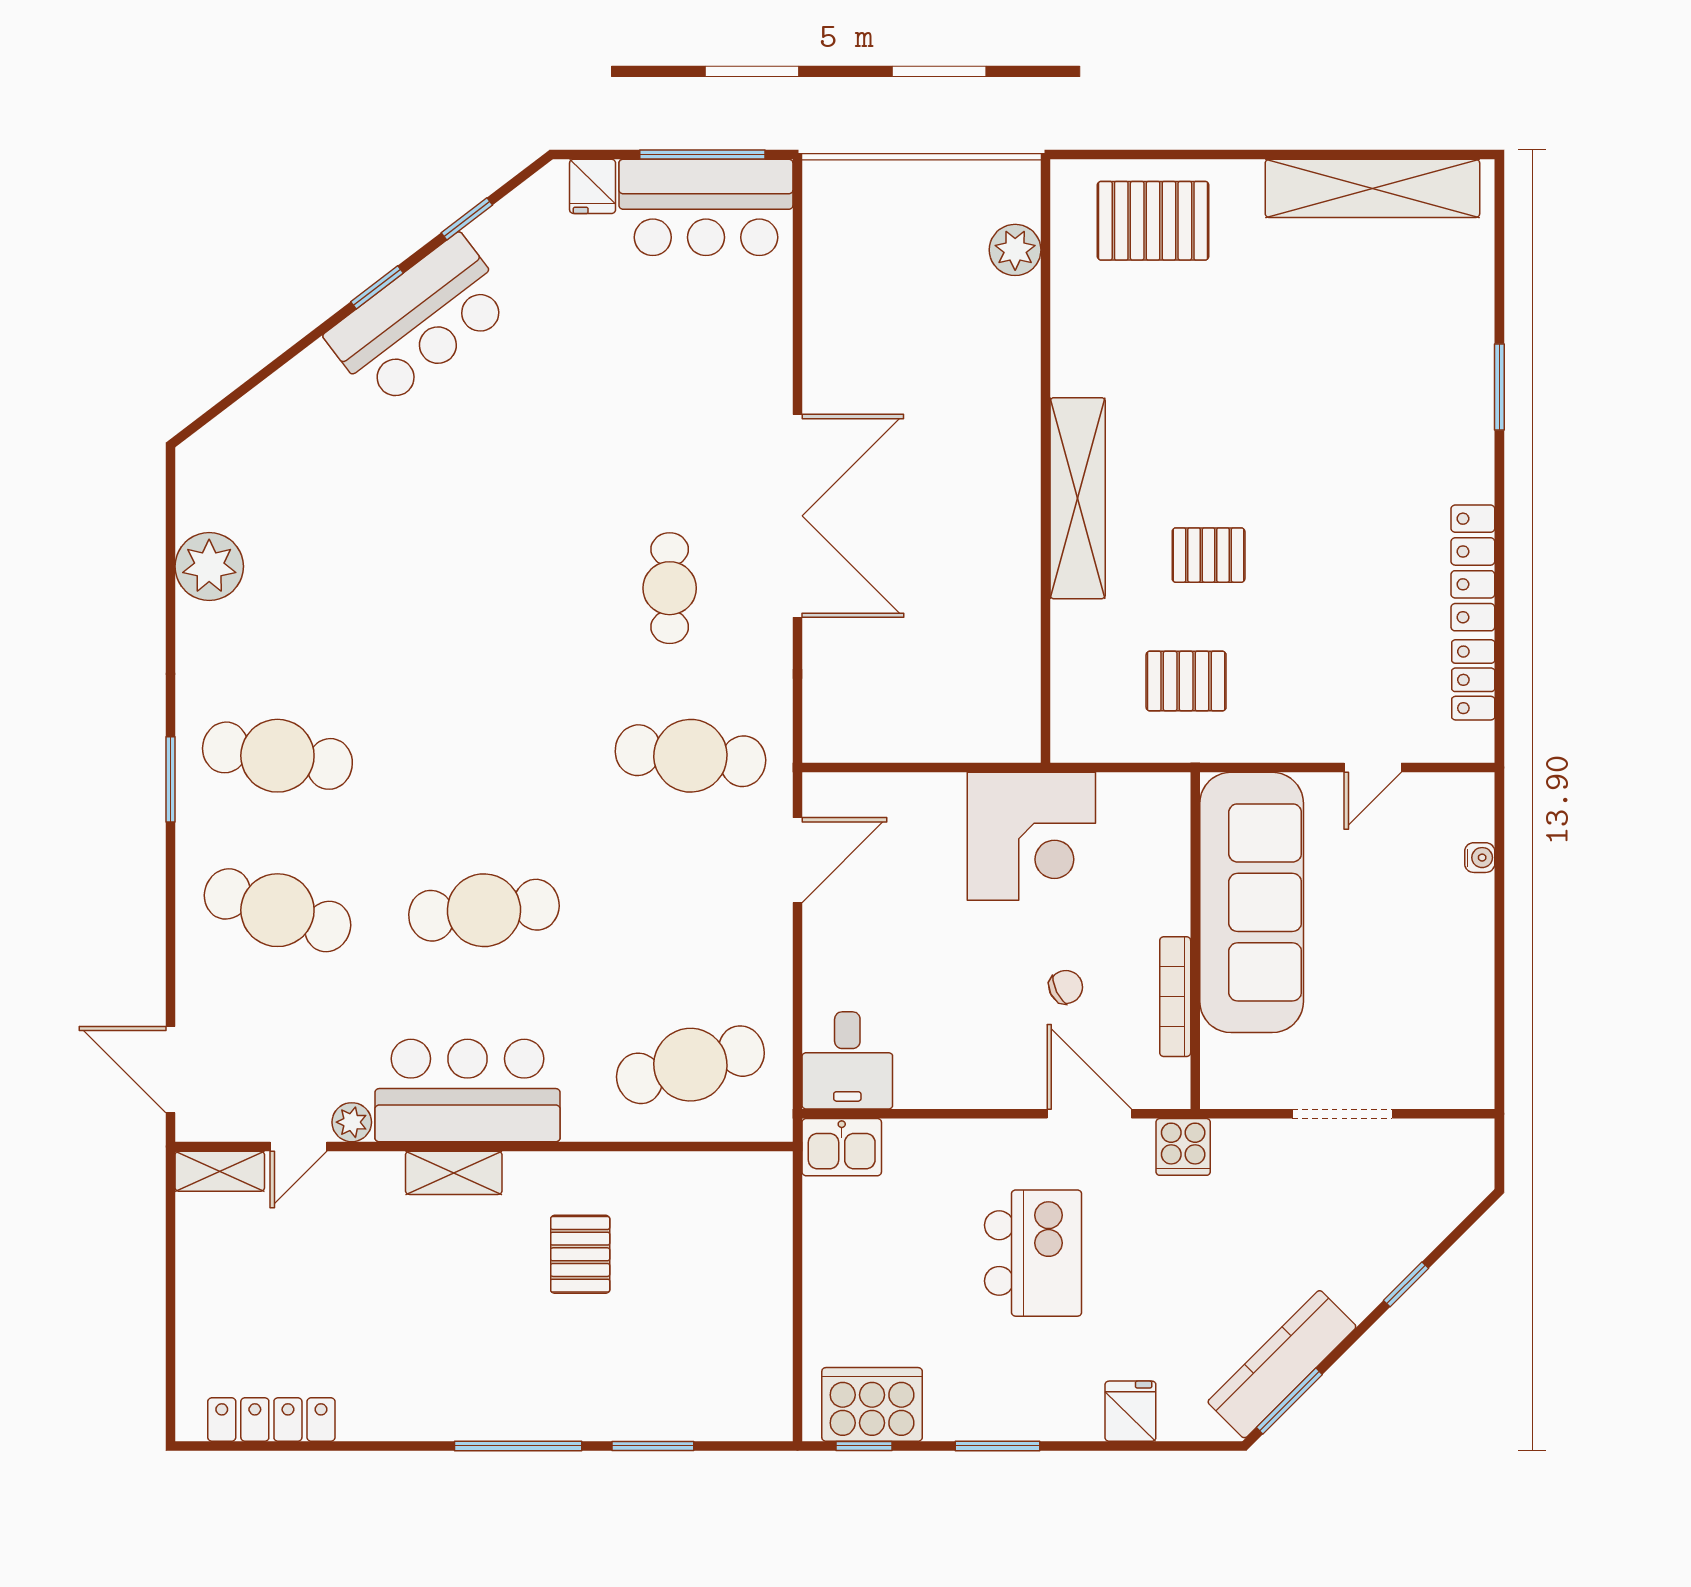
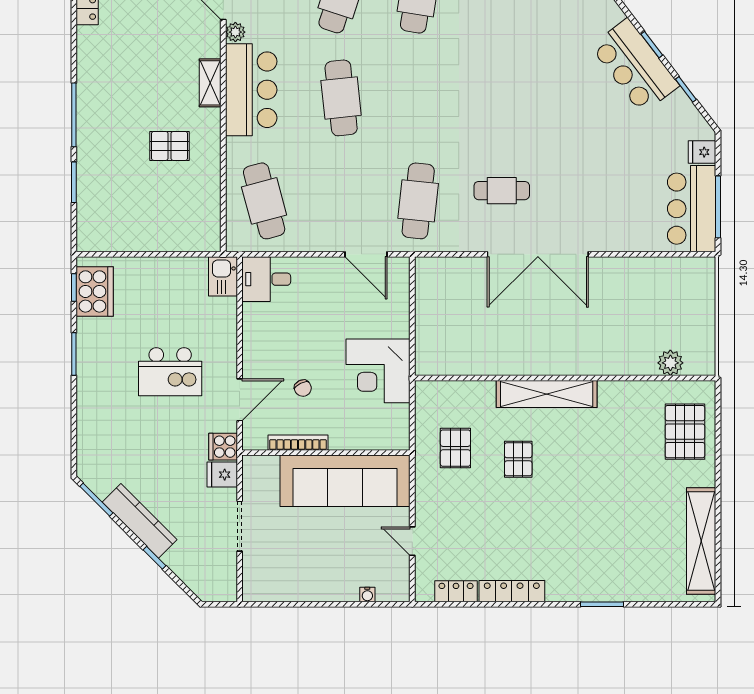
kitchen counter: (1282, 1364) -> (140, 521), moved
fridge: (1130, 1411) -> (222, 475), moved, turned 180

